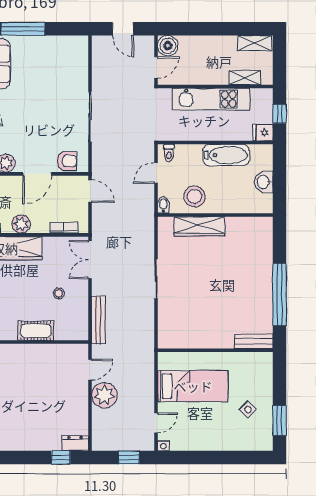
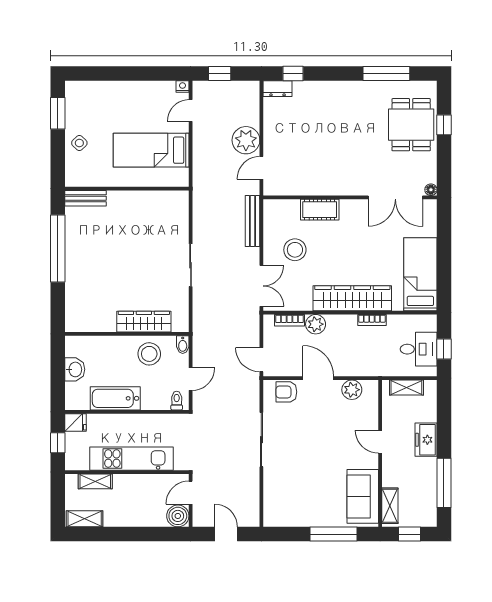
door: (37, 174) -> (318, 378), hinge flipped
plant: (21, 224) -> (316, 324), moved
stool: (59, 293) -> (295, 250), width x1.89, depth x1.89
side table: (248, 410) -> (79, 143), moved

